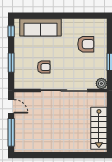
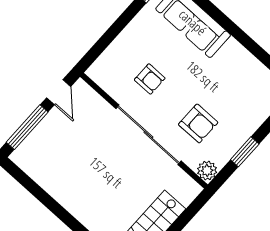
armchair: (86, 44) -> (198, 123), moved
window: (11, 63) -> (111, 34), removed

